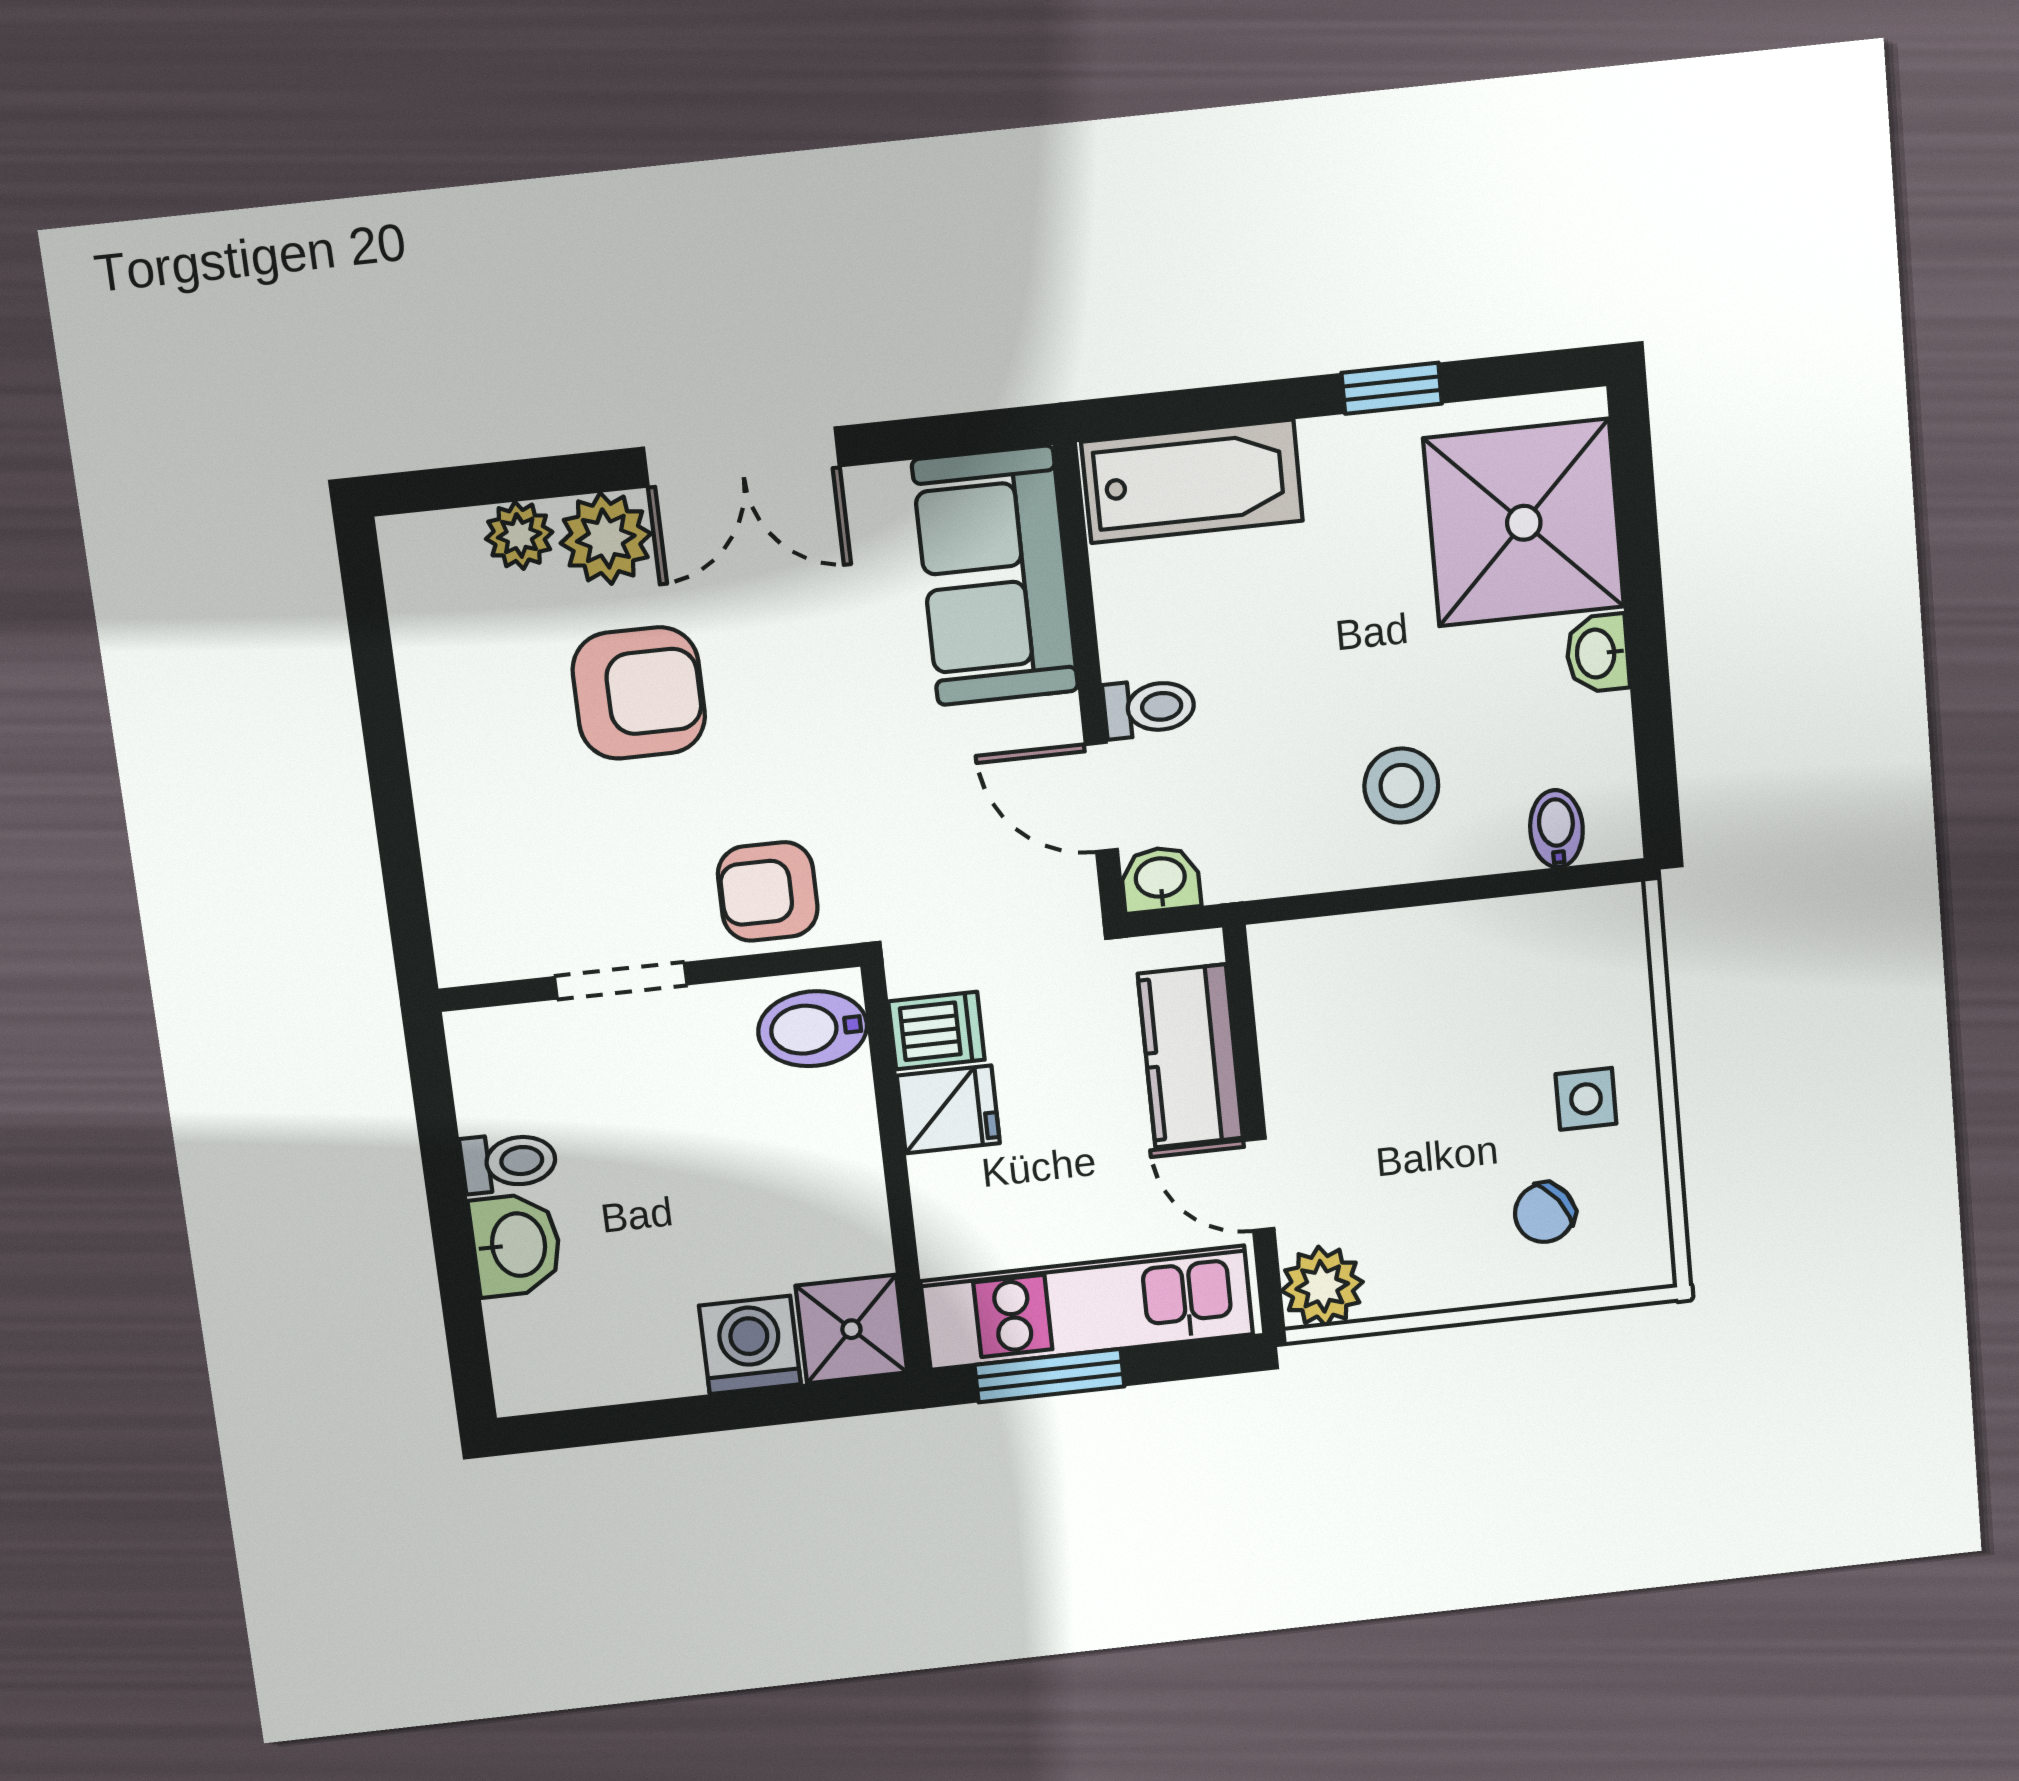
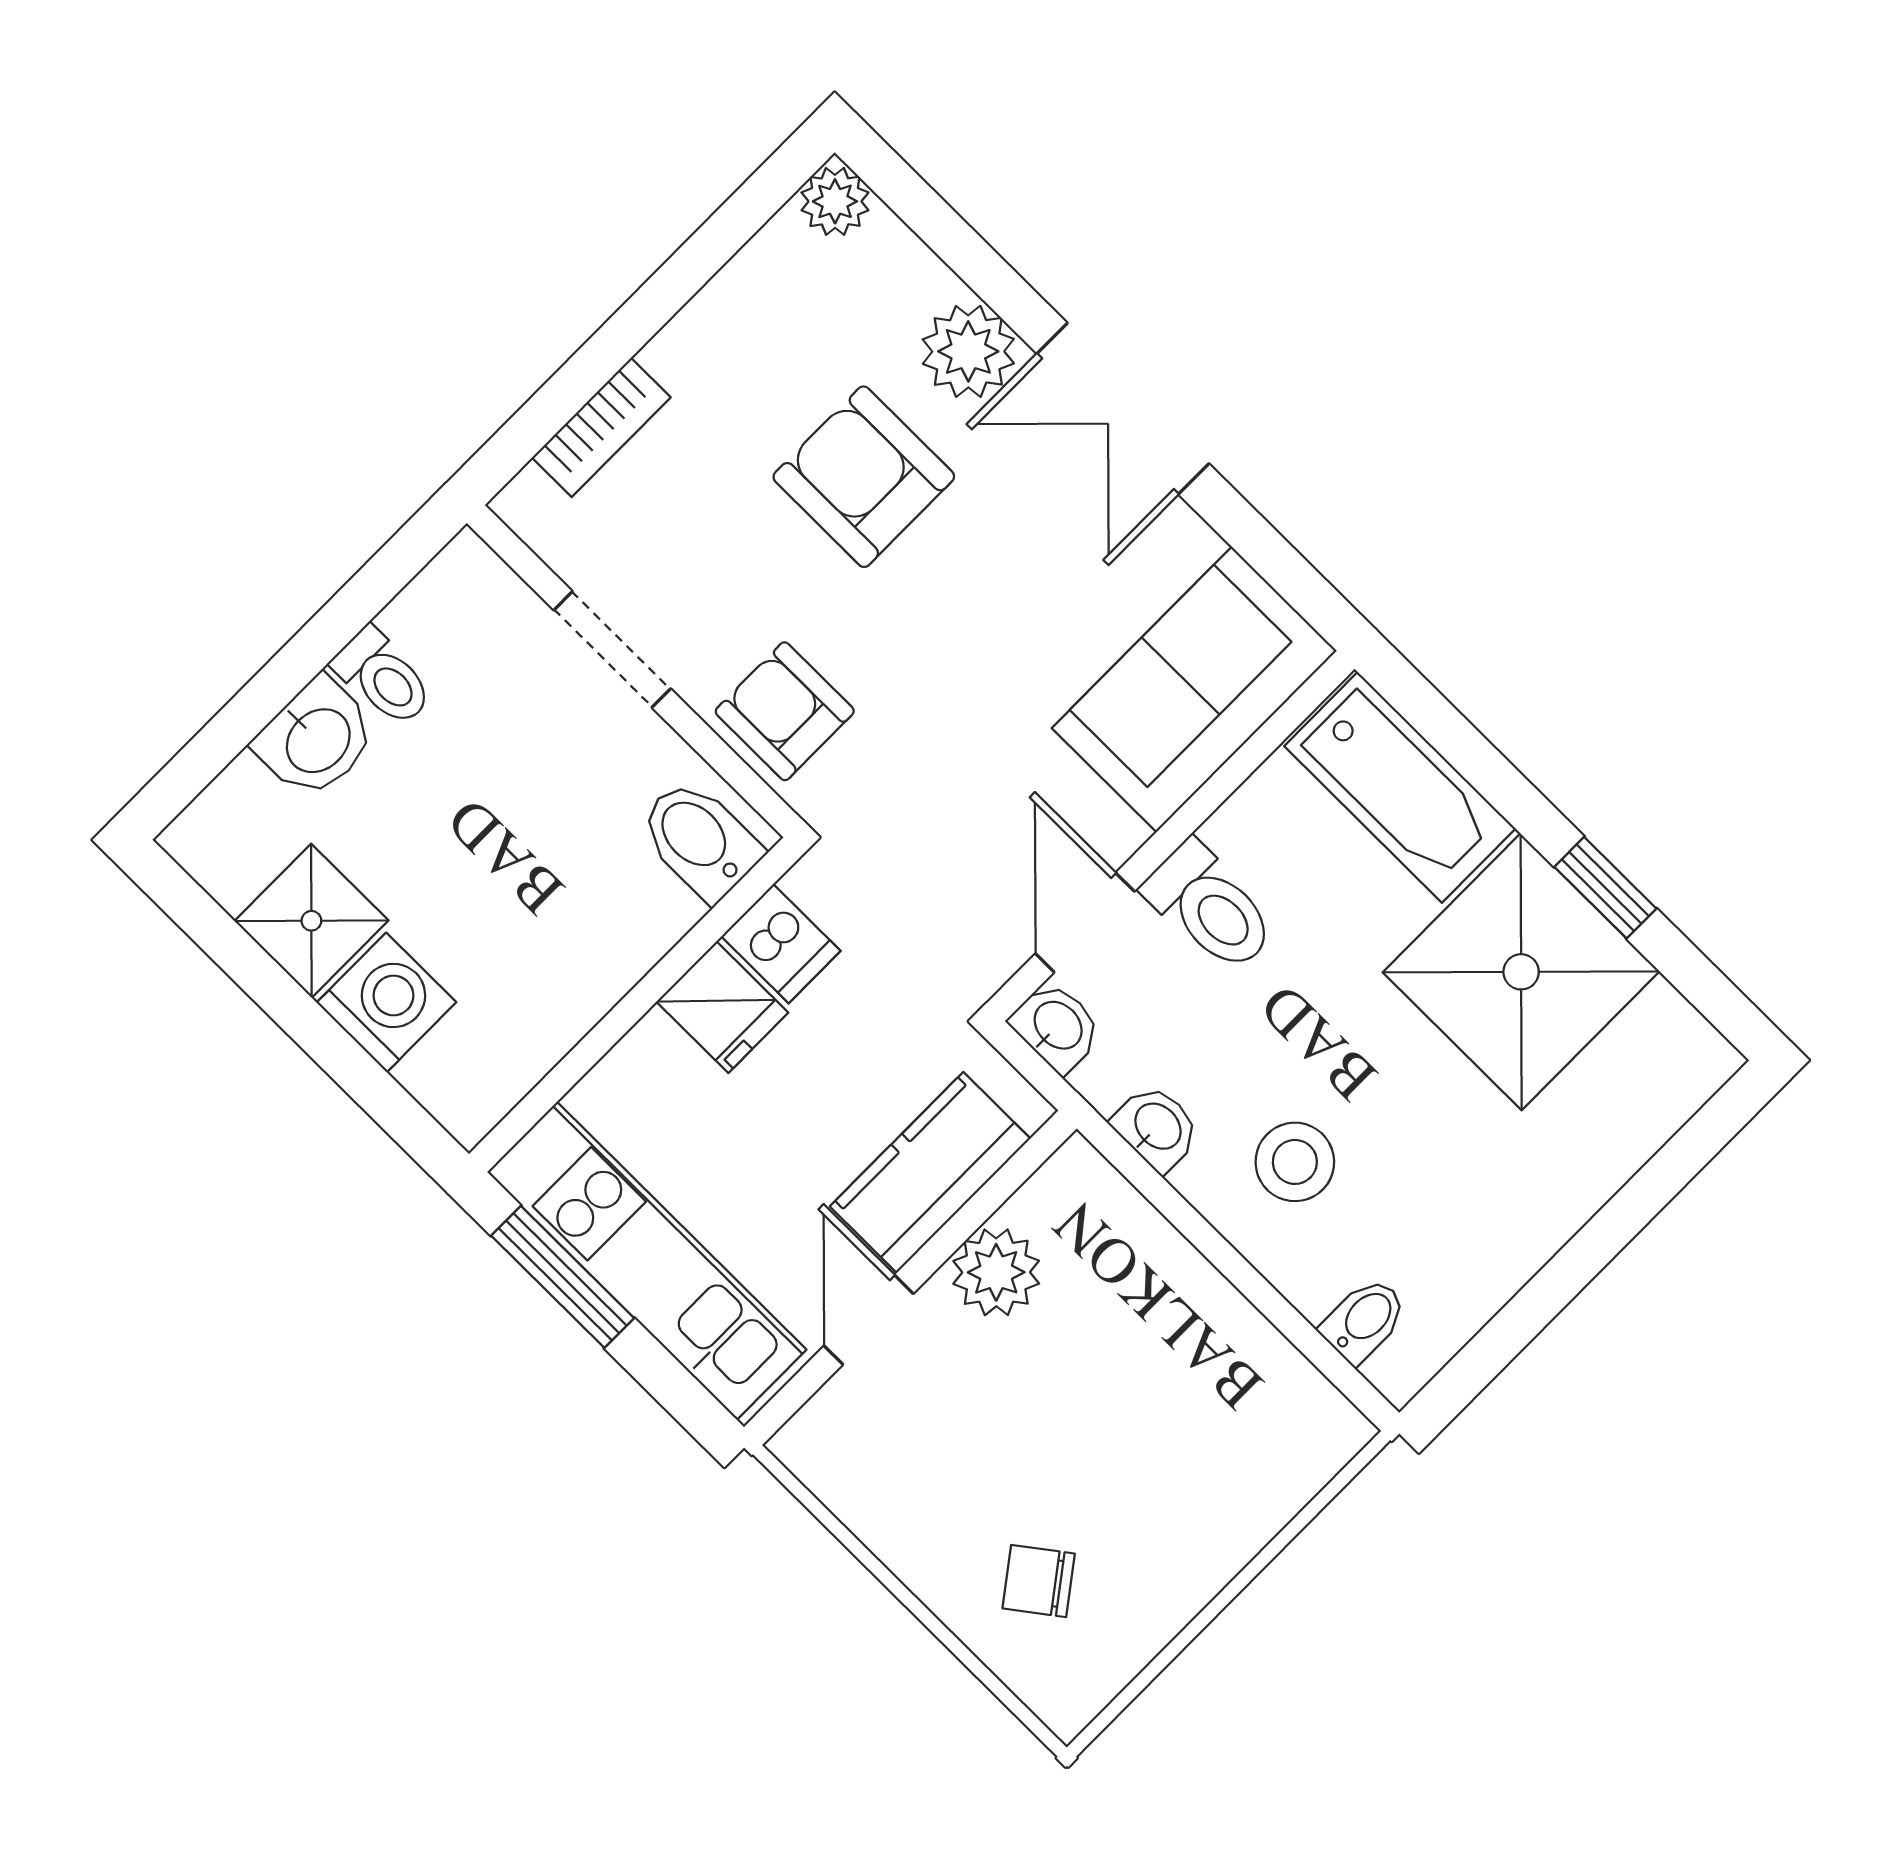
shower: (1524, 523) -> (1521, 972), moved
plant: (519, 535) -> (835, 201), moved
washbasin: (1597, 653) -> (1157, 1128), moved, turned 90
armchair: (639, 693) -> (864, 477), turned 180
toilet: (1149, 708) -> (1210, 907), width x1.37, depth x1.39
bookcase: (448, 858) -> (601, 427), added
side table: (1586, 1099) -> (1162, 1535), removed
plant: (1322, 1286) -> (996, 1272), moved
shower: (851, 1329) -> (311, 921), moved

